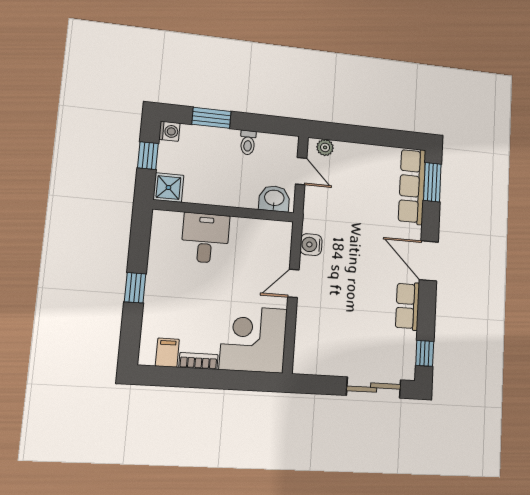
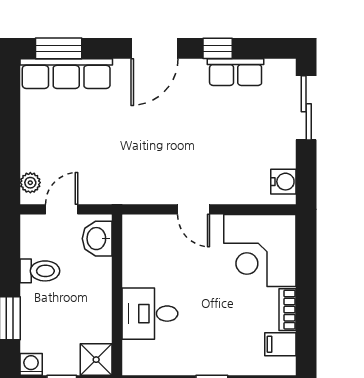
toilet: (248, 143) -> (40, 271), width x1.37, depth x1.39
water cooler: (311, 245) -> (283, 182), moved, turned -90
row of seats: (407, 306) -> (236, 72), moved
window: (425, 353) -> (218, 48), moved

